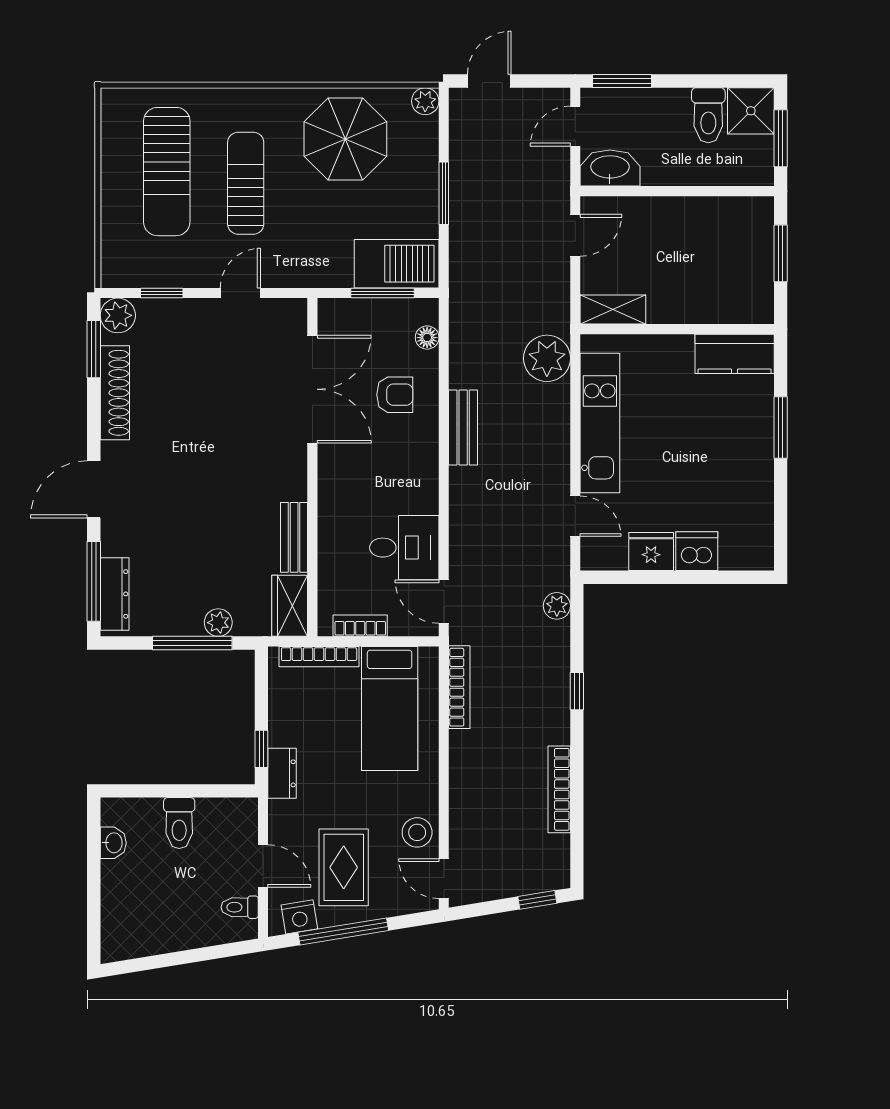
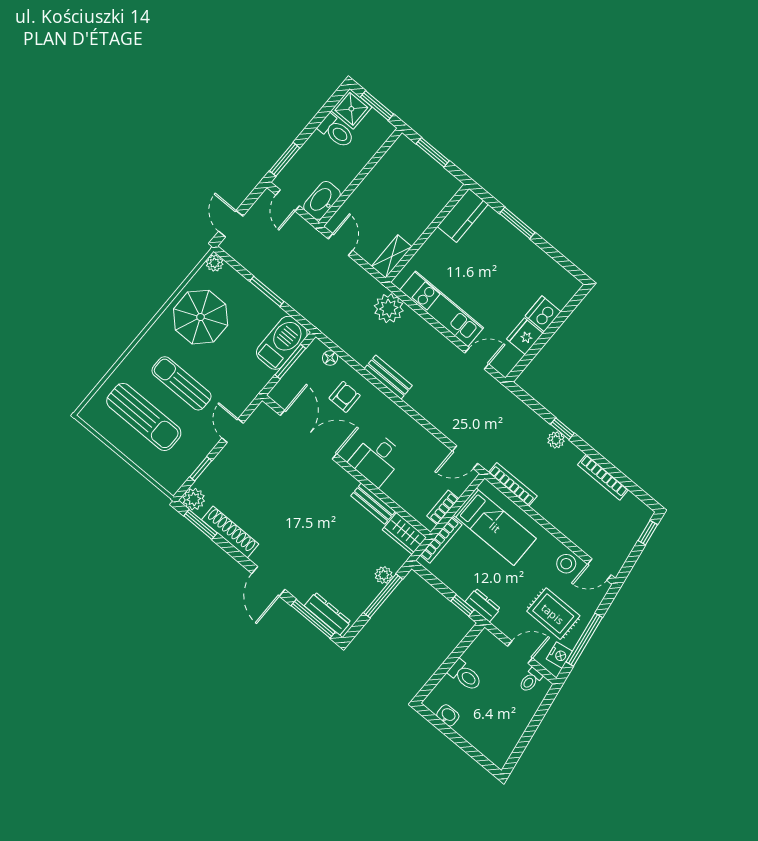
desk: (404, 548) -> (376, 459), moved, turned 180
plant: (557, 606) -> (556, 440), moved

